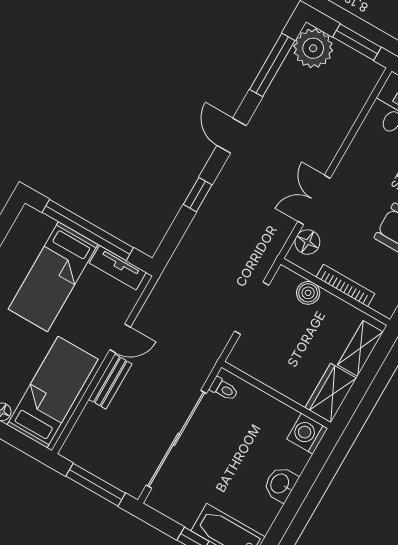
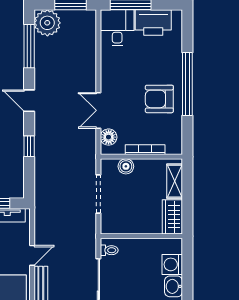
washing machine: (307, 434) -> (172, 264), moved

